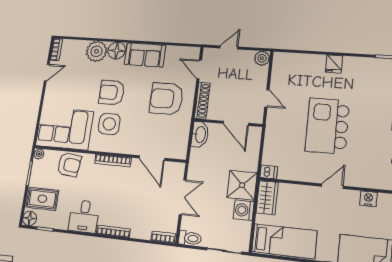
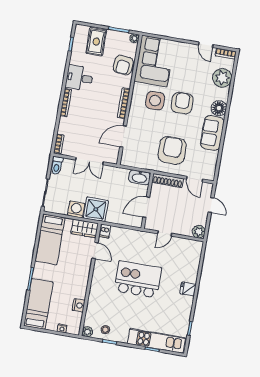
plant: (96, 51) -> (222, 78), moved
door: (199, 69) -> (195, 179), swing flipped
door: (332, 186) -> (95, 250), moved
floor lamp: (30, 218) -> (81, 30), removed

